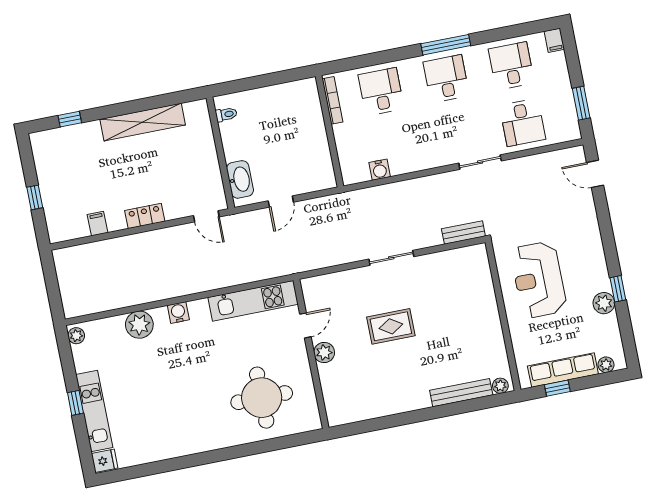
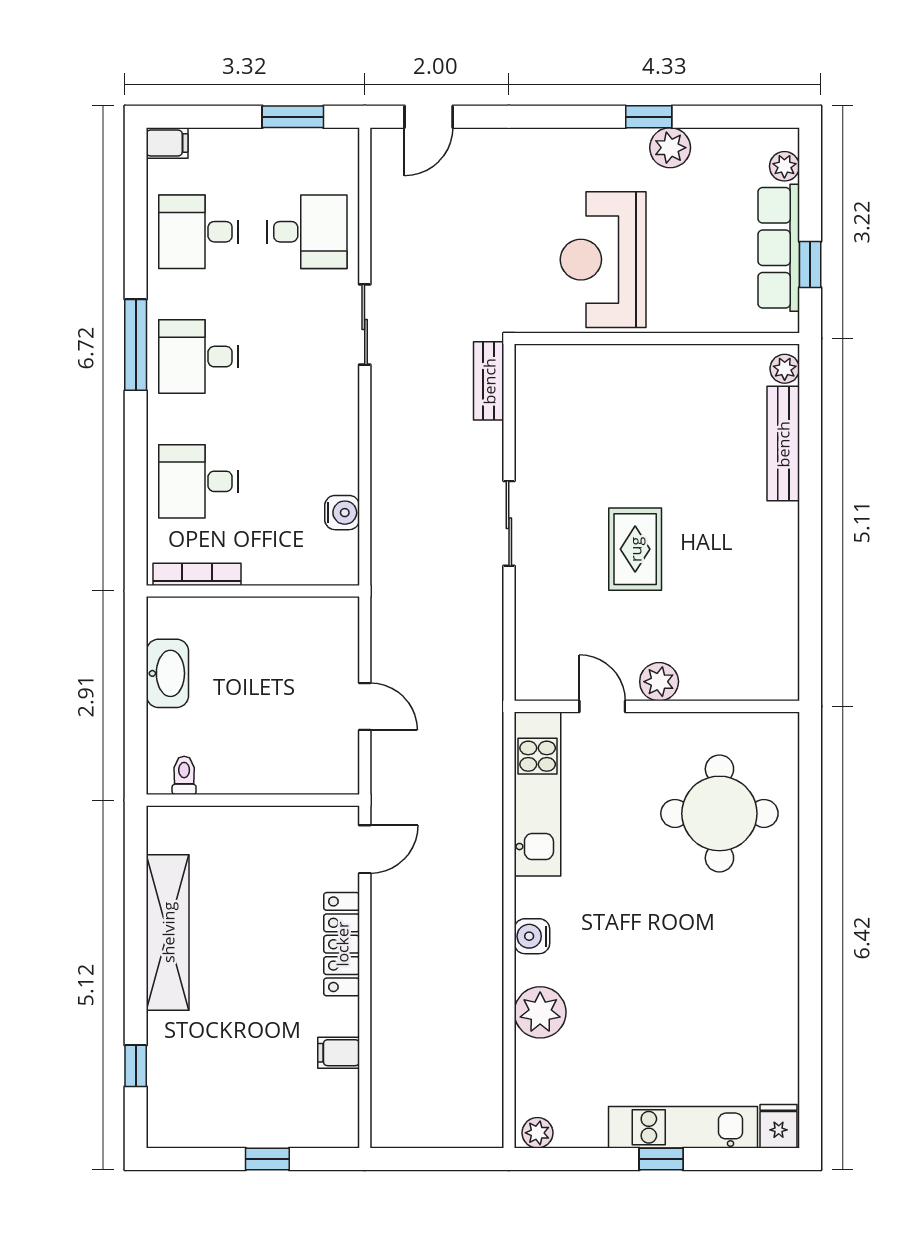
washbasin: (240, 179) -> (167, 673), moved, turned 90
locker: (145, 216) -> (342, 944), width x1.53
reception desk: (539, 280) -> (603, 260), turned 90

